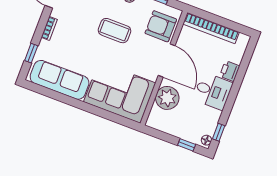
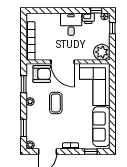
armchair: (161, 26) -> (42, 74), turned -90
door: (167, 61) -> (63, 62), swing flipped
printer: (230, 71) -> (88, 18), moved
plant: (167, 98) -> (102, 52), moved

